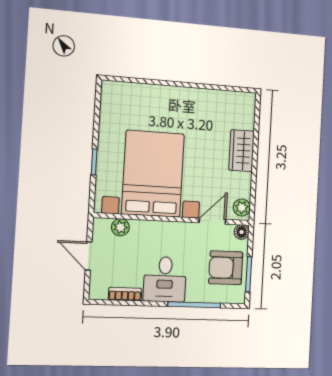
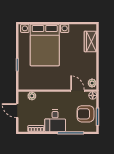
wardrobe: (241, 151) -> (90, 41), moved
bed with nightstands: (153, 174) -> (45, 45), moved, turned 180
door: (212, 221) -> (77, 91), hinge flipped

